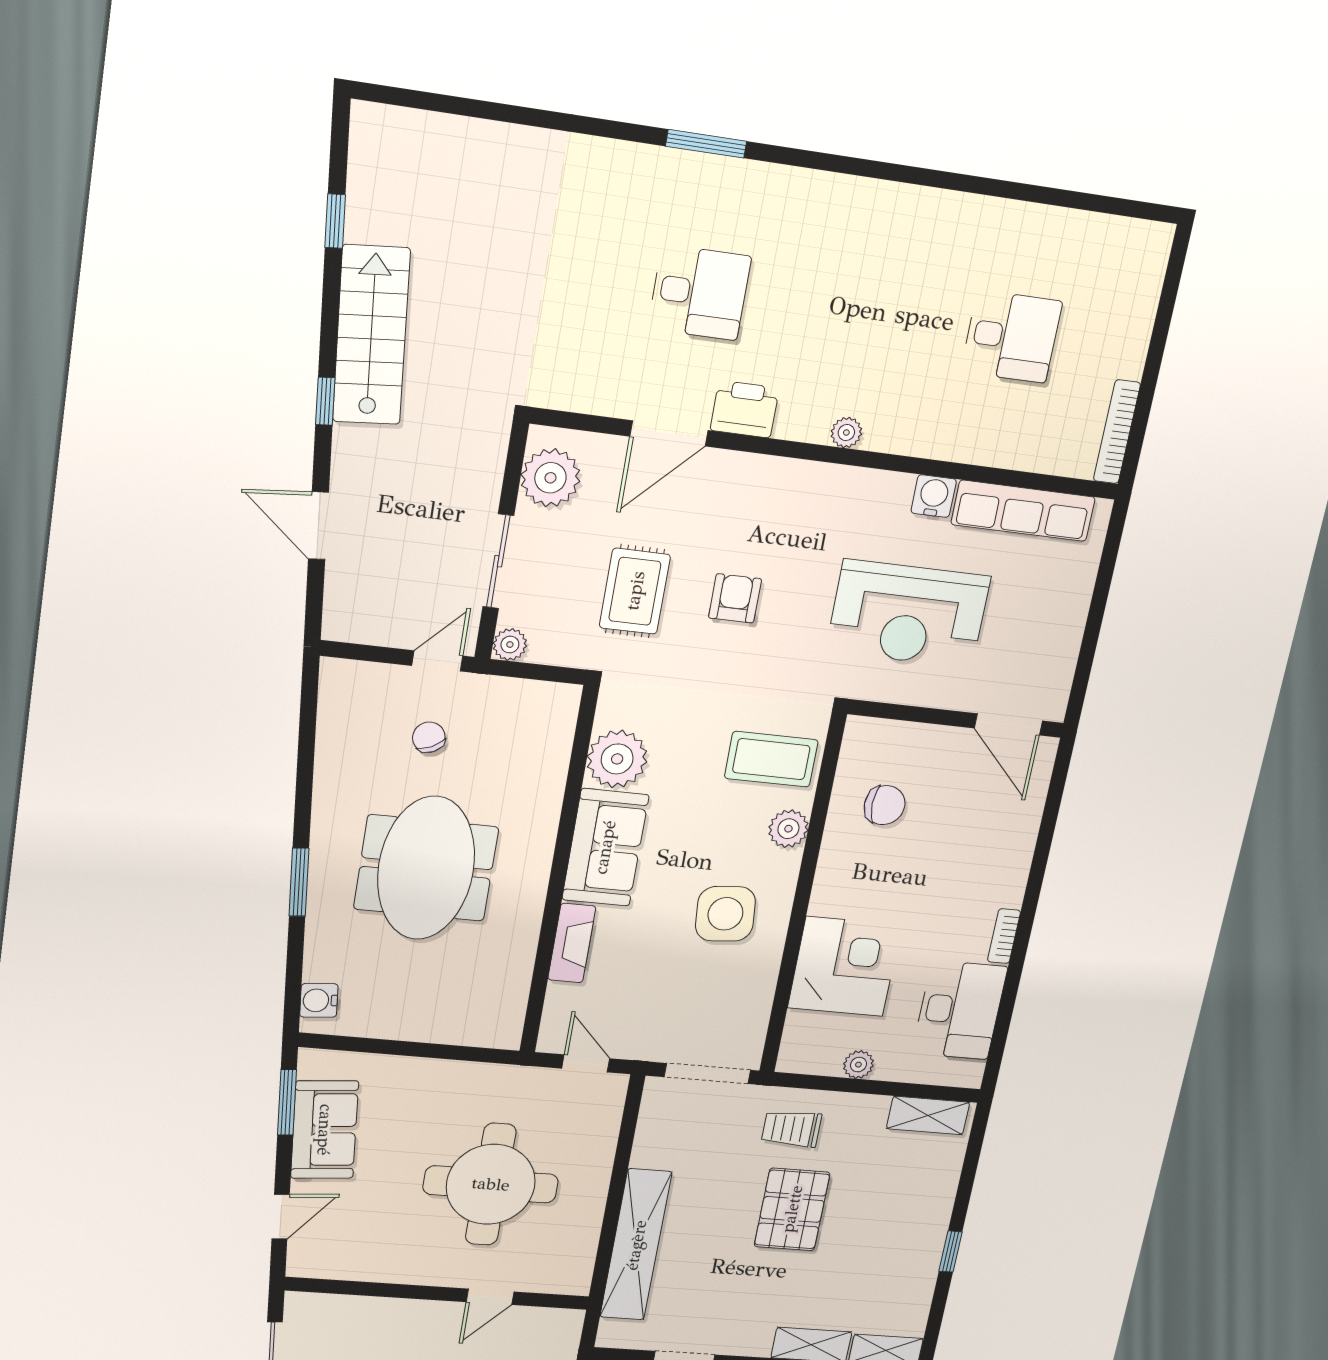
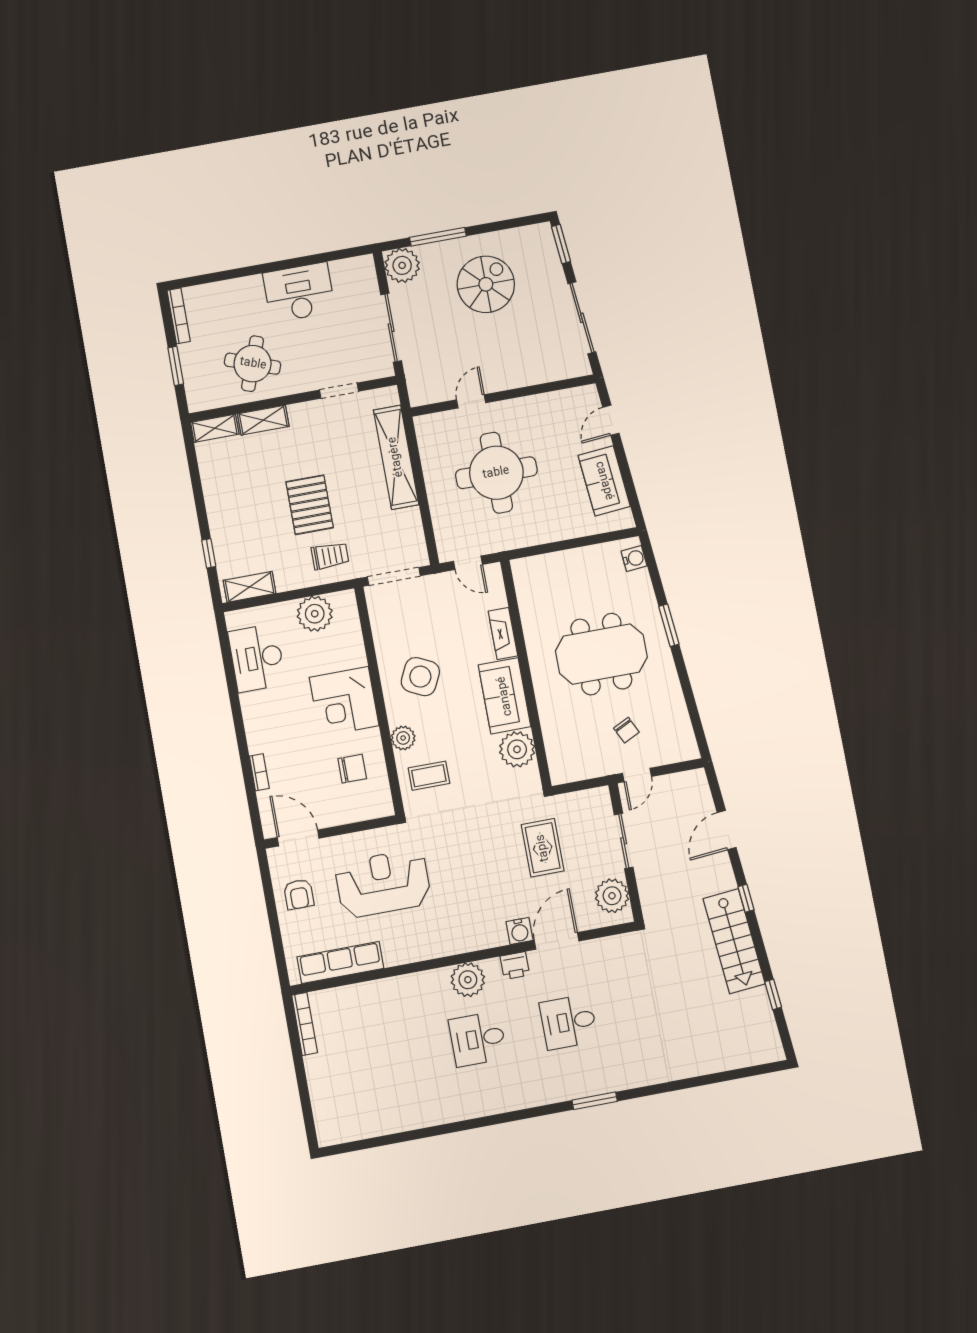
desk: (1011, 337) -> (478, 1039), moved
printer: (745, 409) -> (515, 966), width x0.73, depth x0.81
plant: (846, 433) -> (468, 980), width x1.87, depth x1.87
water cooler: (934, 496) -> (520, 931), moved
door: (318, 526) -> (727, 830), swing flipped
armchair: (735, 598) -> (299, 894), moved
plant: (510, 644) -> (601, 796), removed
coffee table: (771, 759) -> (429, 776), width x0.73, depth x0.77
chair: (885, 805) -> (352, 769), turned 180
meeting table: (426, 868) -> (601, 654), turned 90
side table: (725, 914) -> (420, 677), turned 31
bookcase: (1004, 936) -> (259, 772), moved
corner desk: (844, 967) -> (344, 701), moved
plant: (858, 1065) -> (315, 614), width x1.88, depth x1.88
window: (287, 1102) -> (631, 492), removed
window: (951, 1252) -> (209, 553), moved

